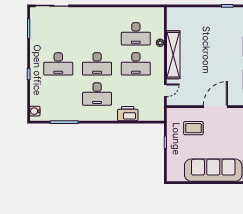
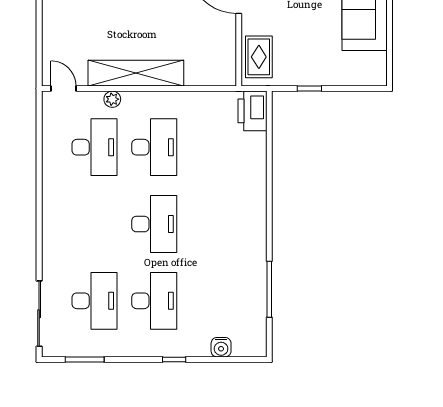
door: (165, 90) -> (64, 89), moved
desk: (97, 94) -> (95, 301), moved
water cooler: (35, 111) -> (221, 347), moved
printer: (128, 114) -> (252, 111), moved
rug: (193, 128) -> (259, 57), moved

